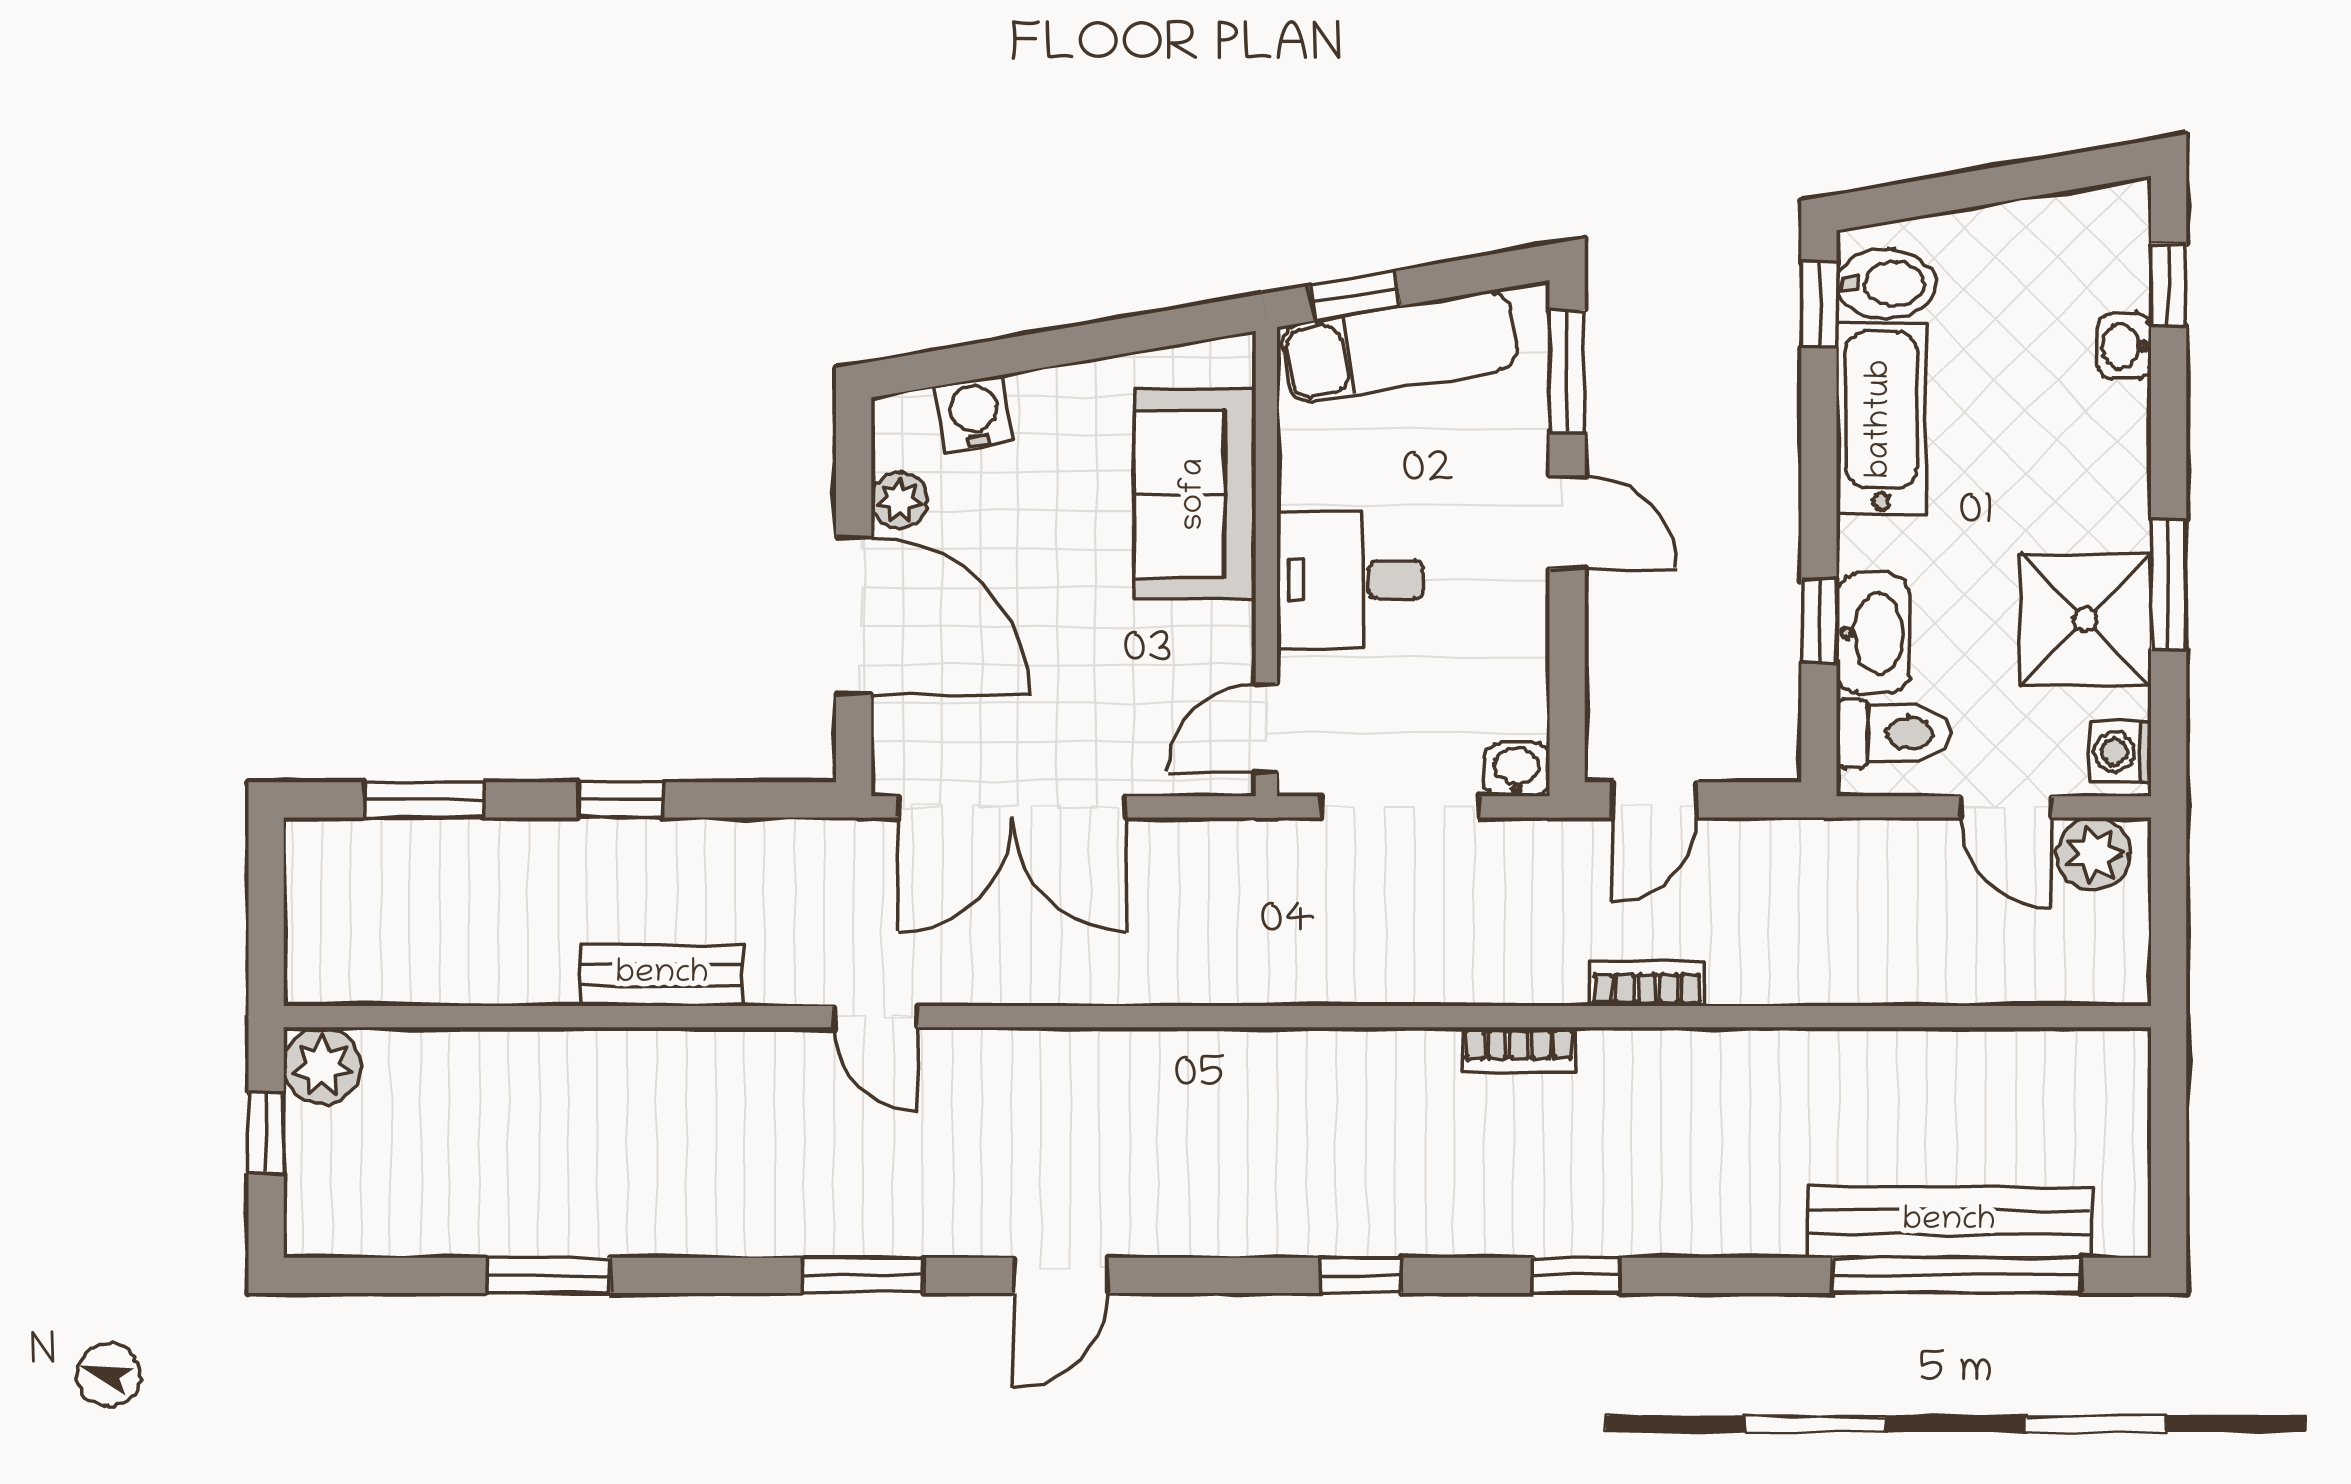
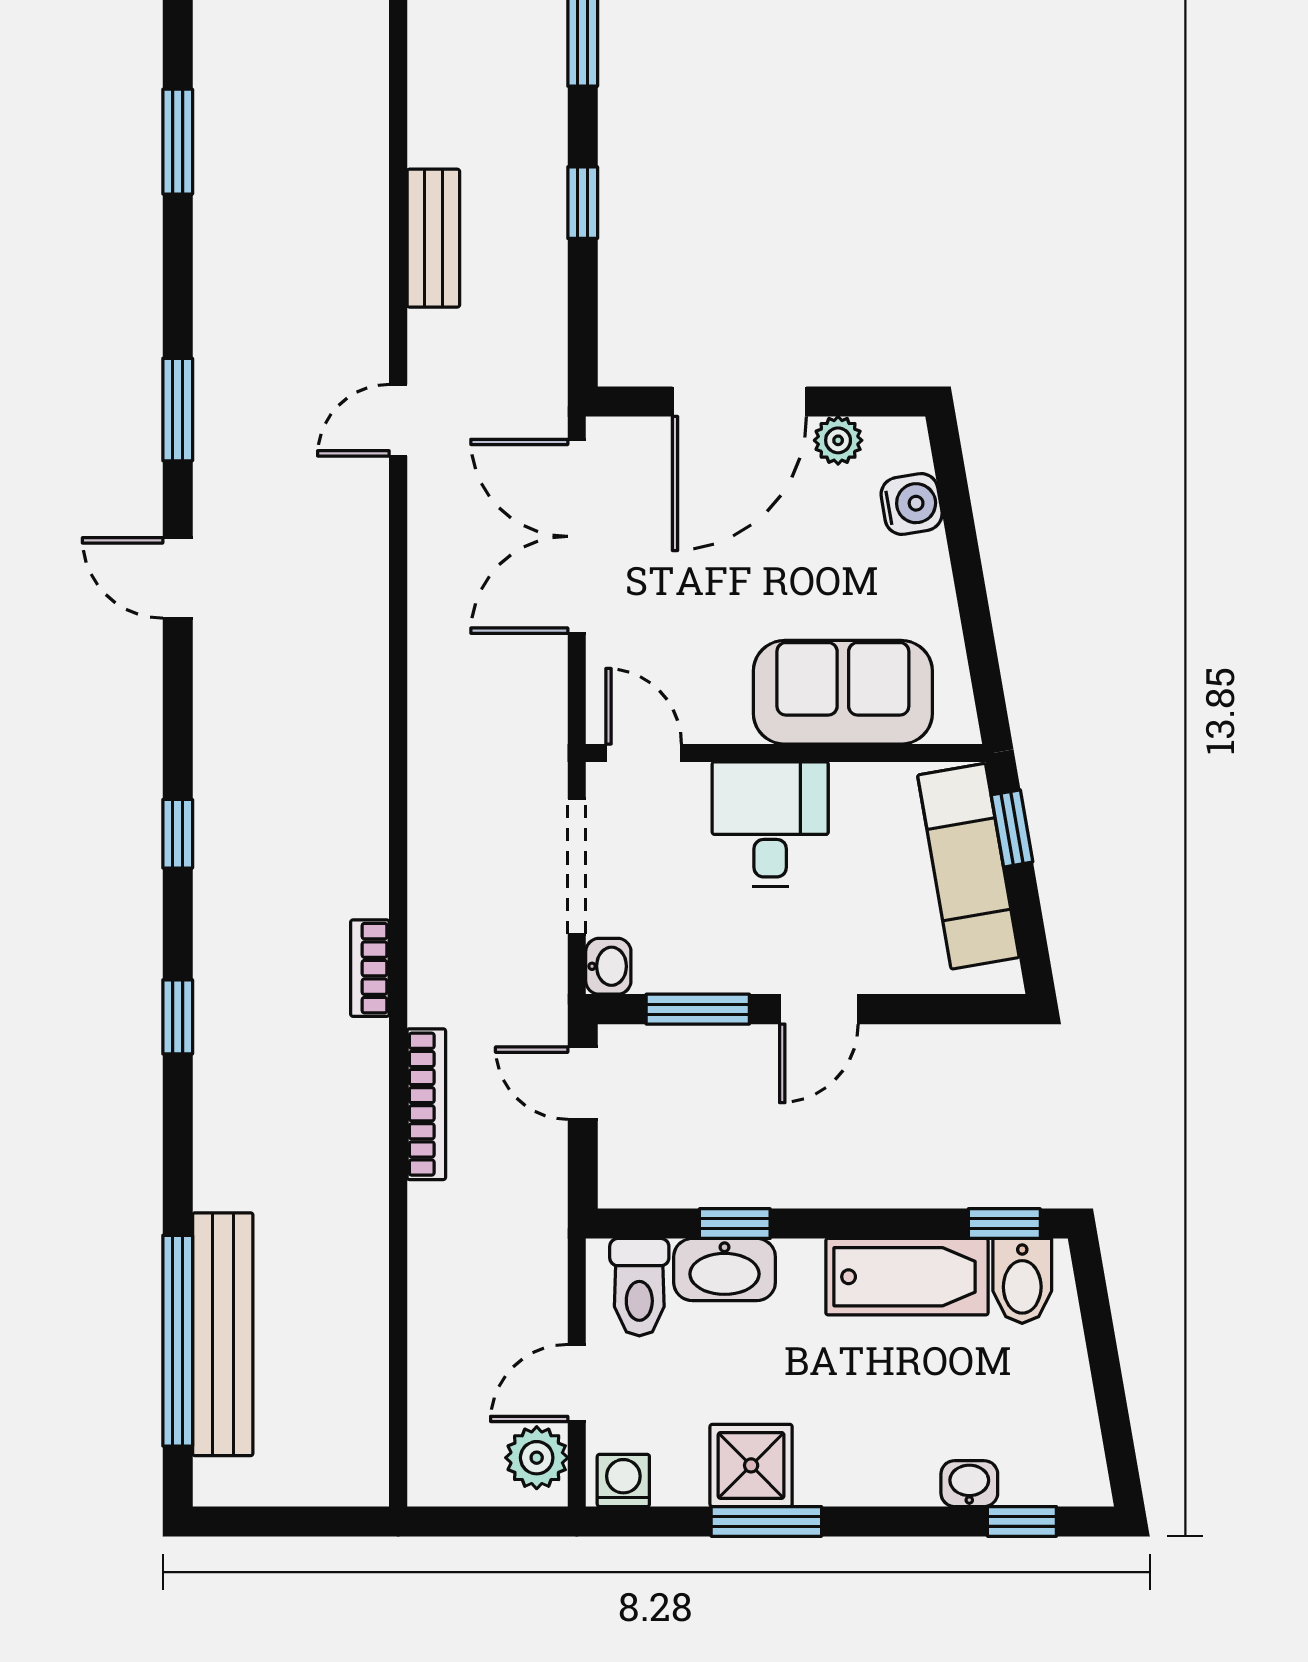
window: (1567, 371) -> (698, 1009), moved
shower: (2085, 620) -> (751, 1465), width x0.73, depth x0.73
bookcase: (1647, 983) -> (426, 1104), width x1.56

